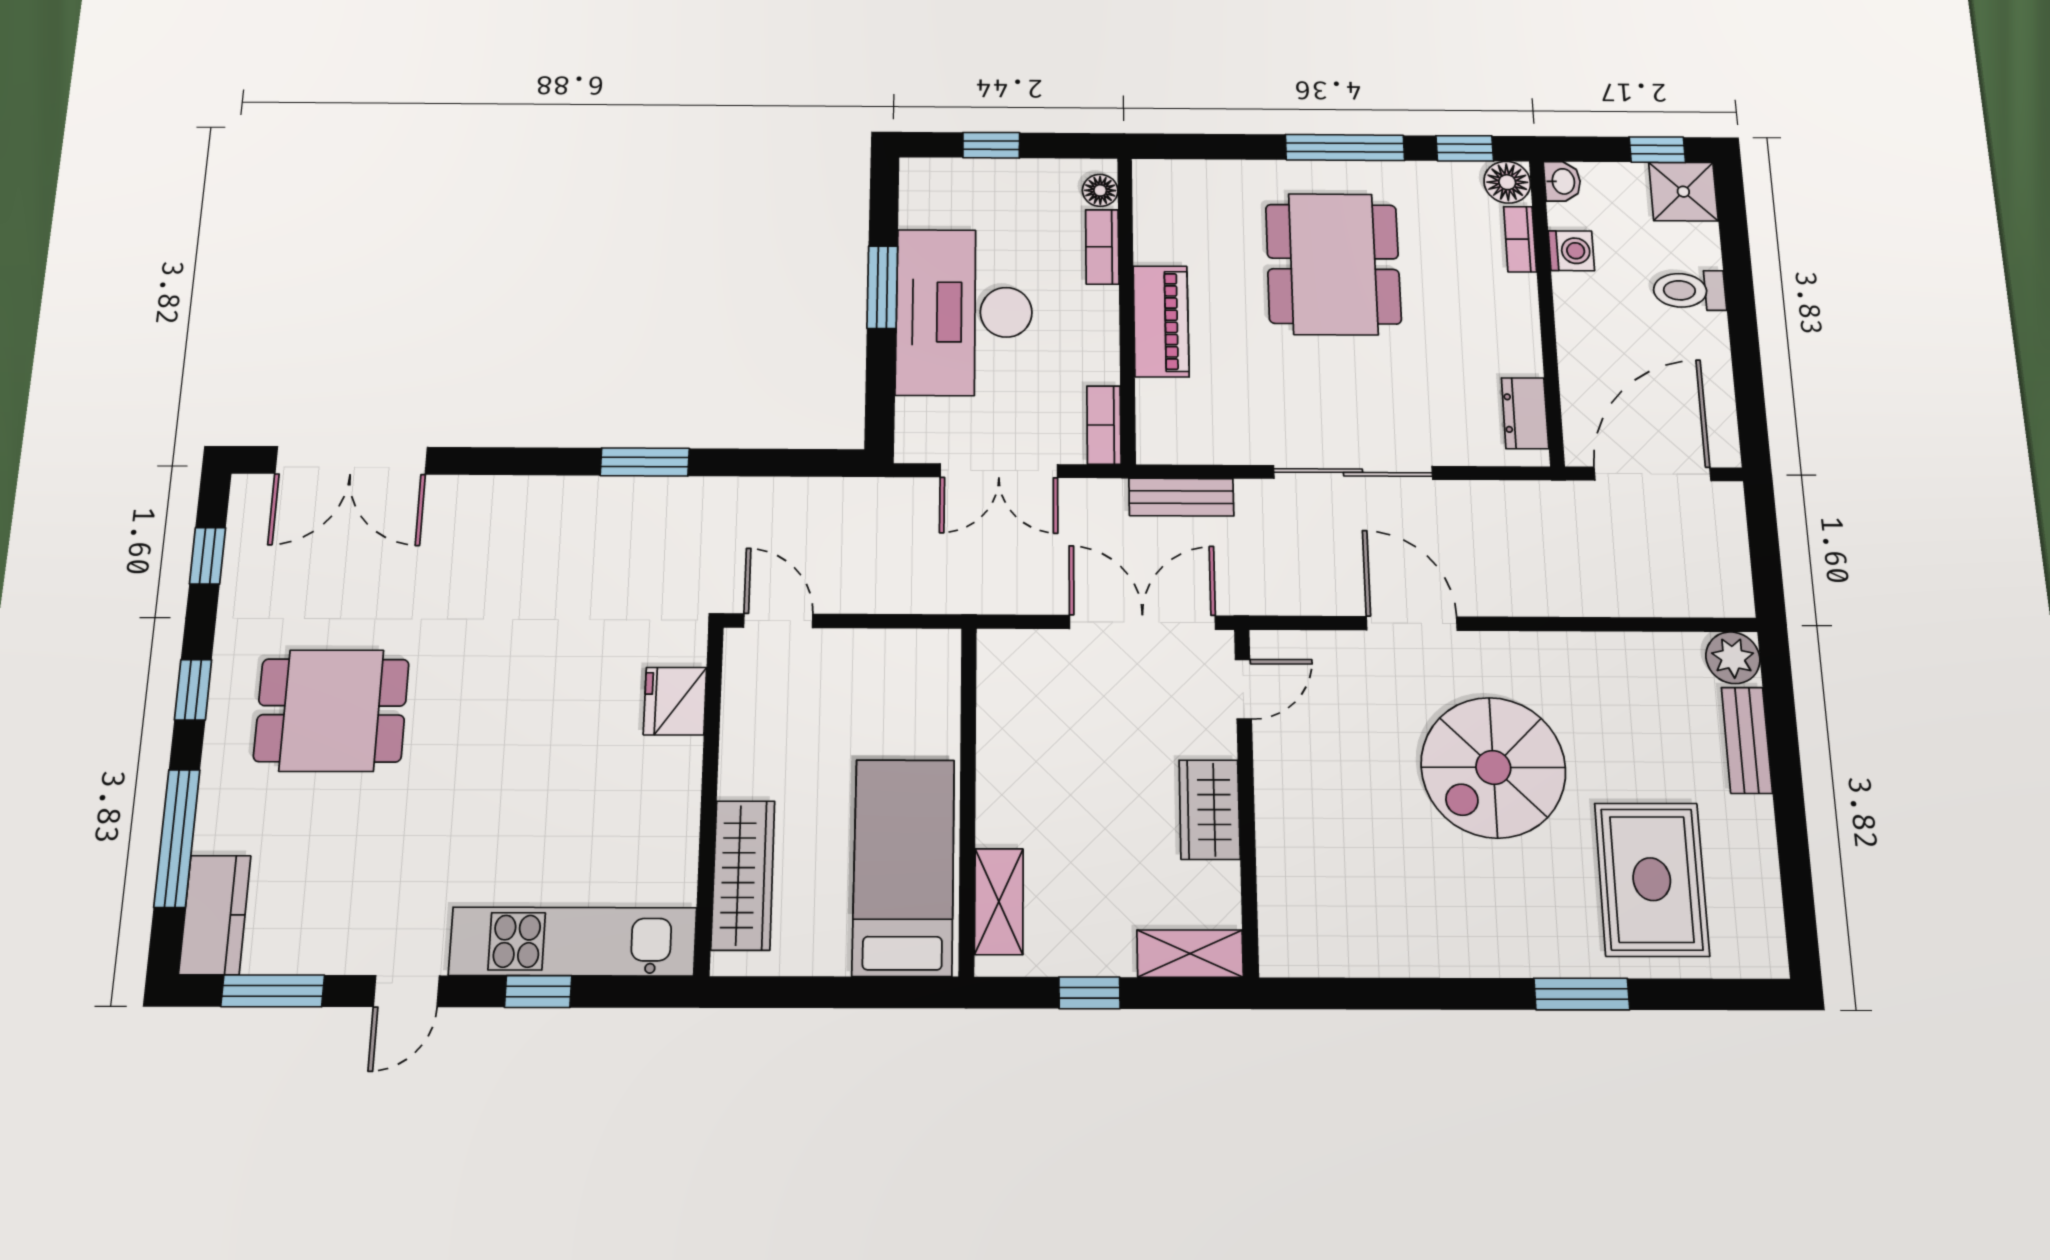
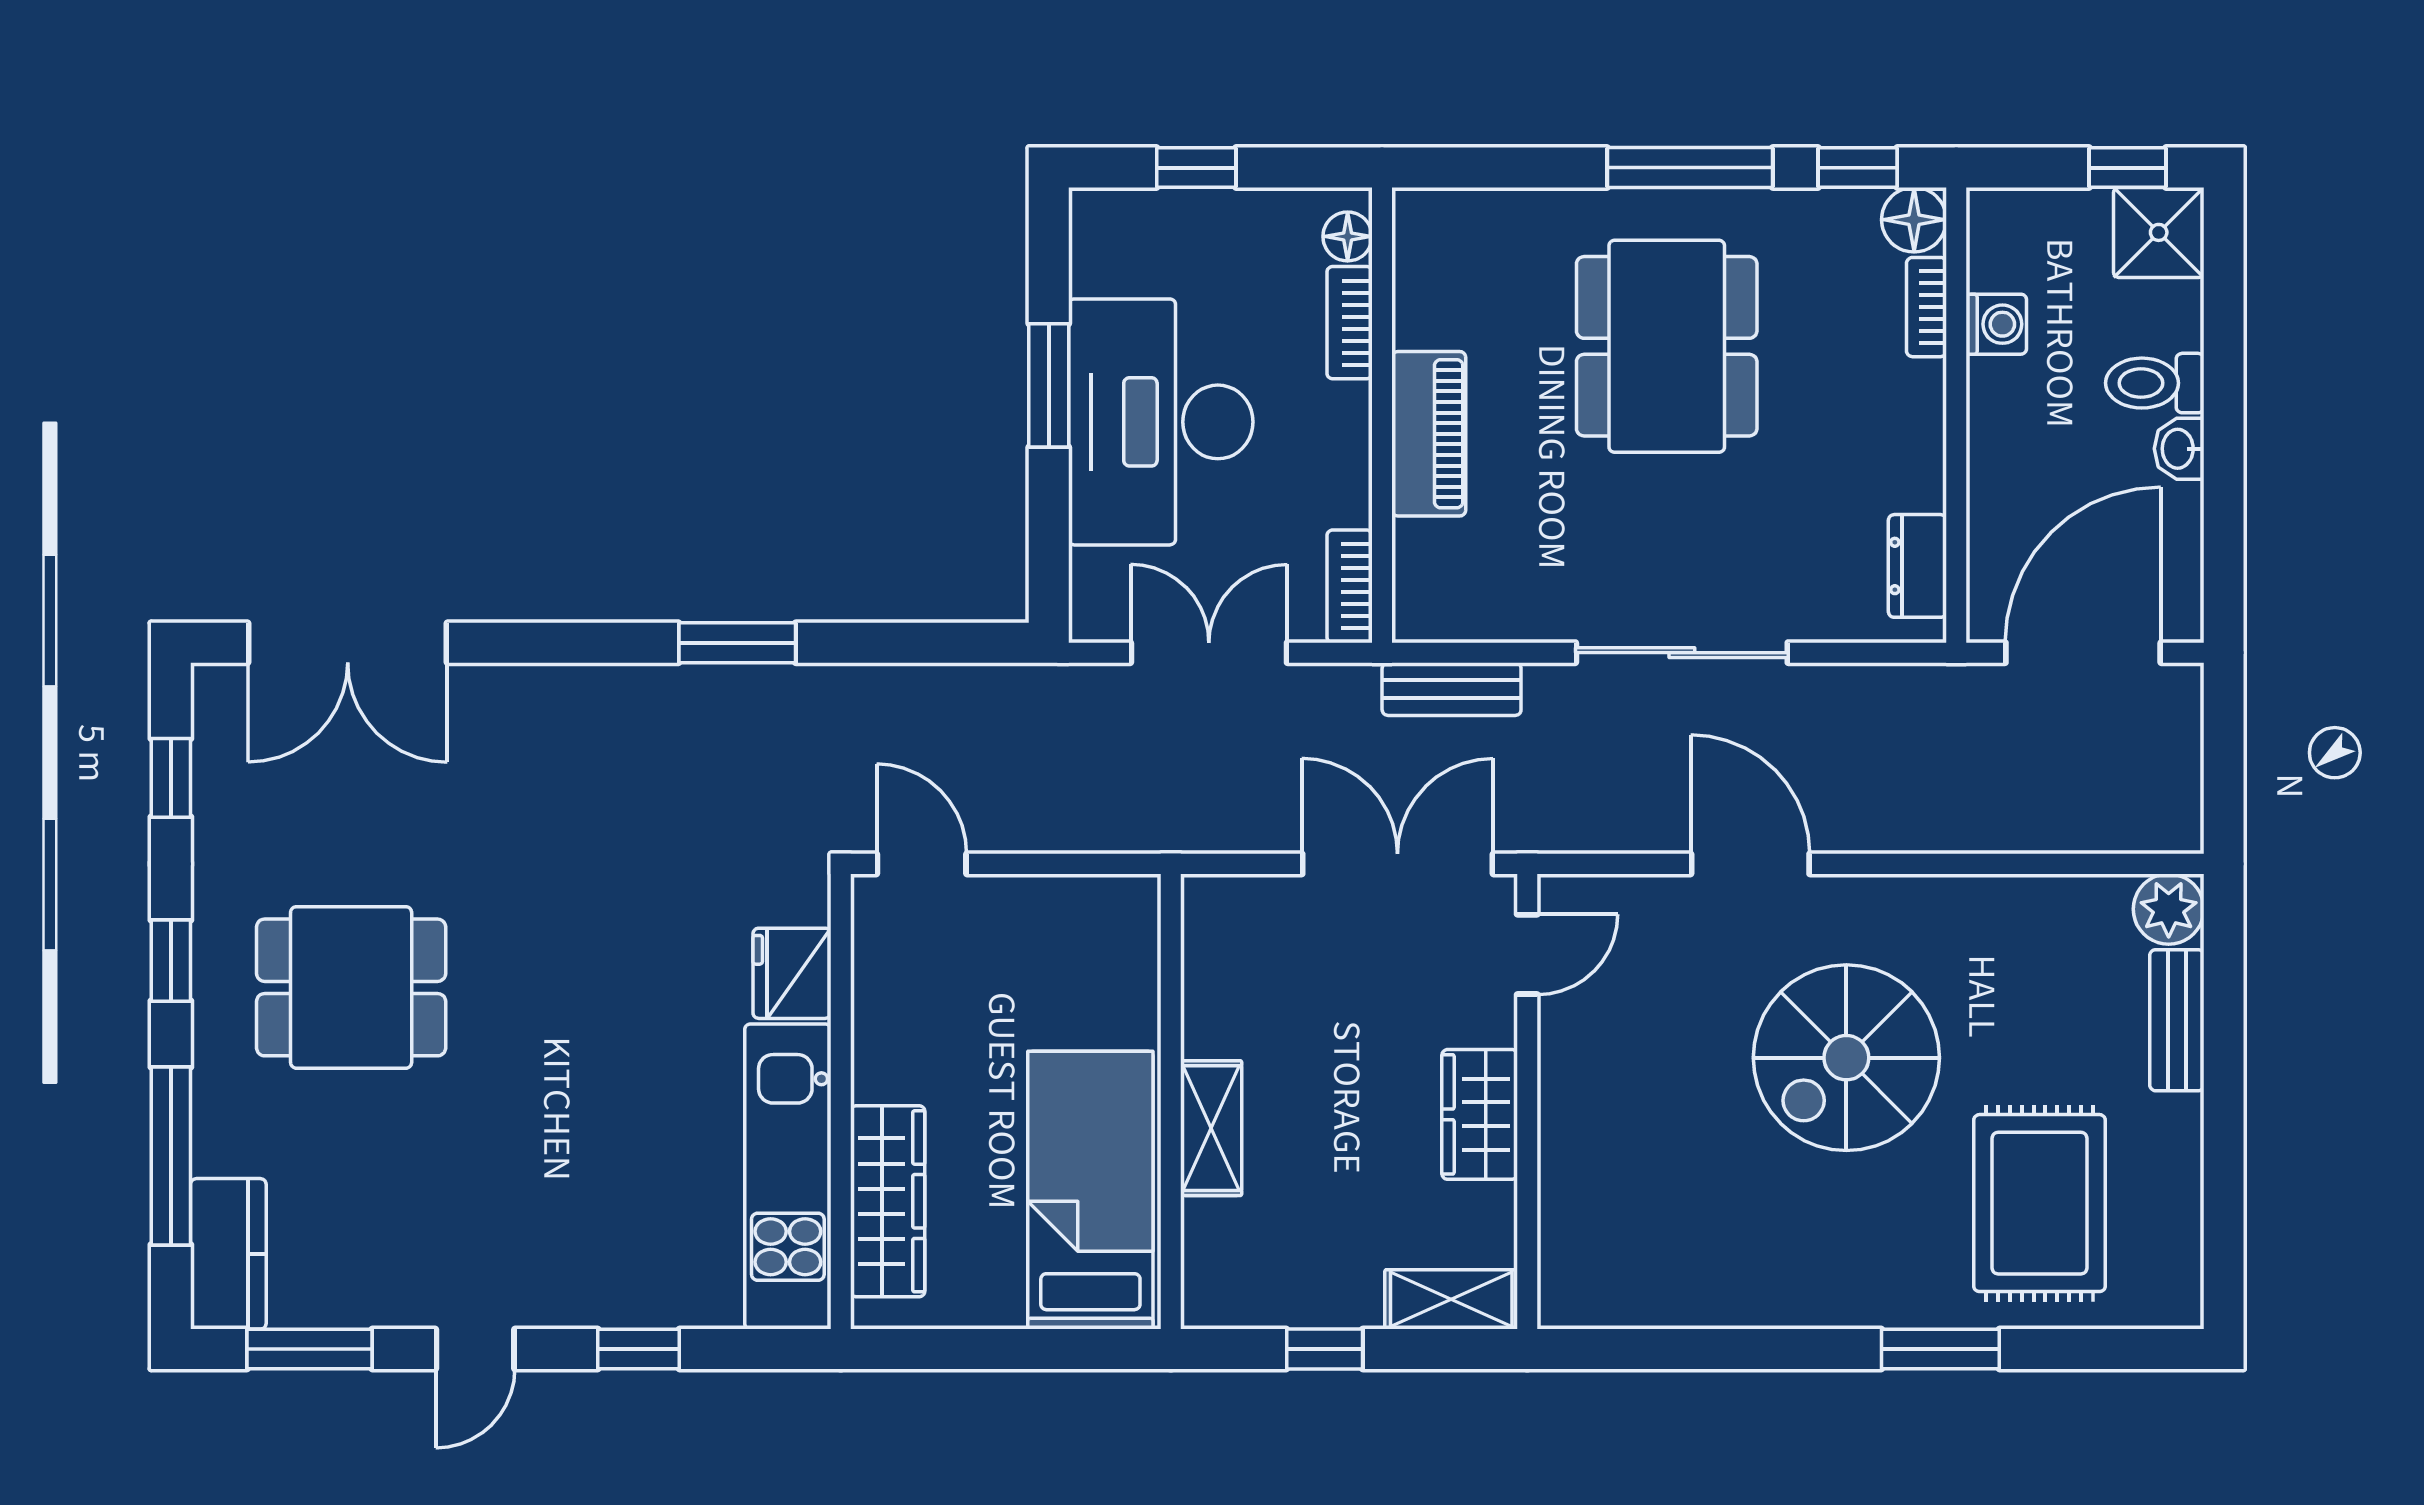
washbasin: (1562, 181) -> (2179, 449), moved, turned 180
double door: (999, 471) -> (1209, 653), swing flipped
shelving: (999, 901) -> (1211, 1128), moved
kitchen unit: (573, 941) -> (788, 1177), moved, turned -90

